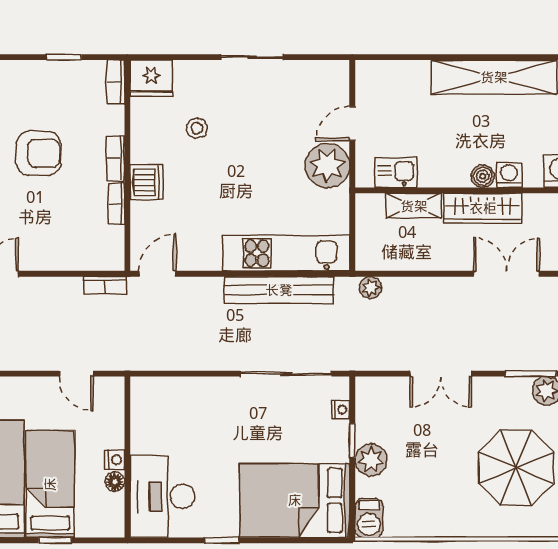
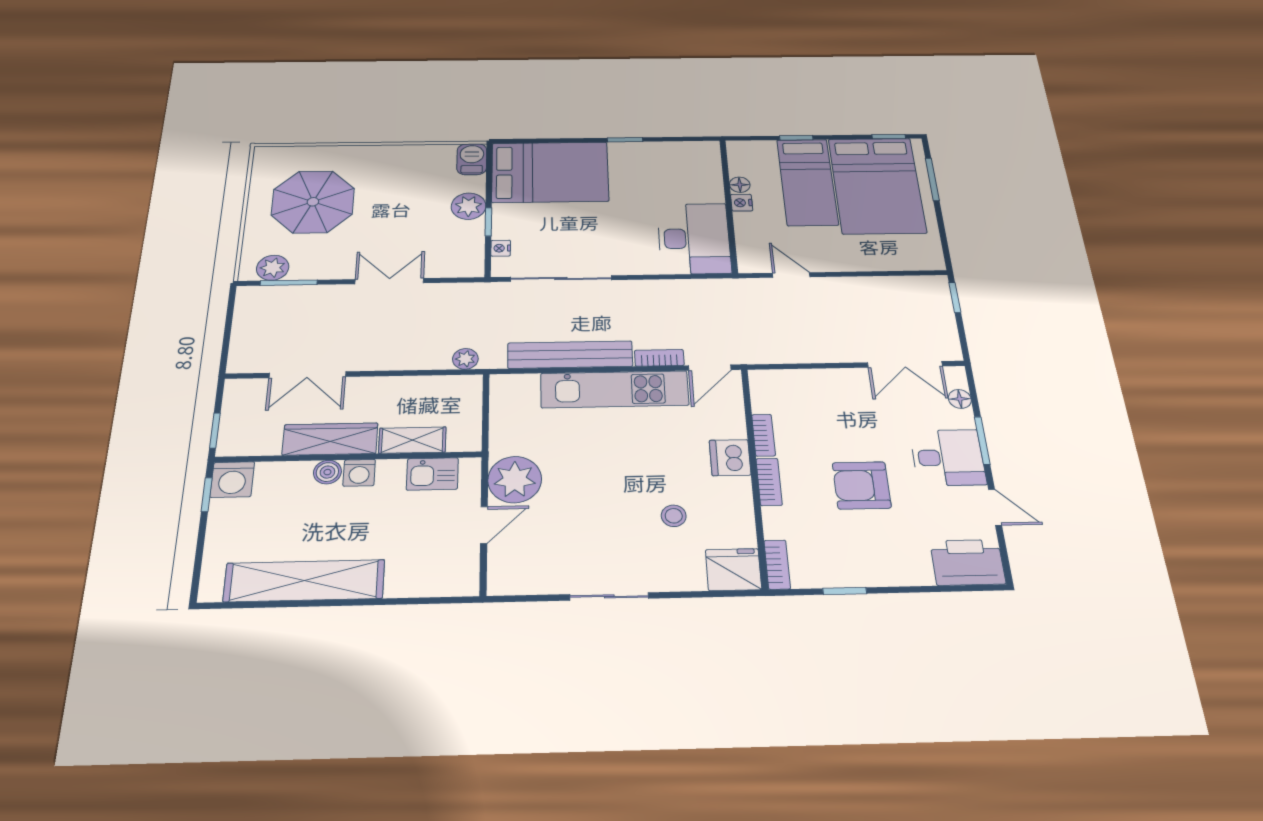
washing machine: (509, 175) -> (359, 473), moved
kitchen unit: (286, 253) -> (615, 389), moved
bookcase: (105, 285) -> (659, 358), moved
desk: (162, 496) -> (694, 238), moved

